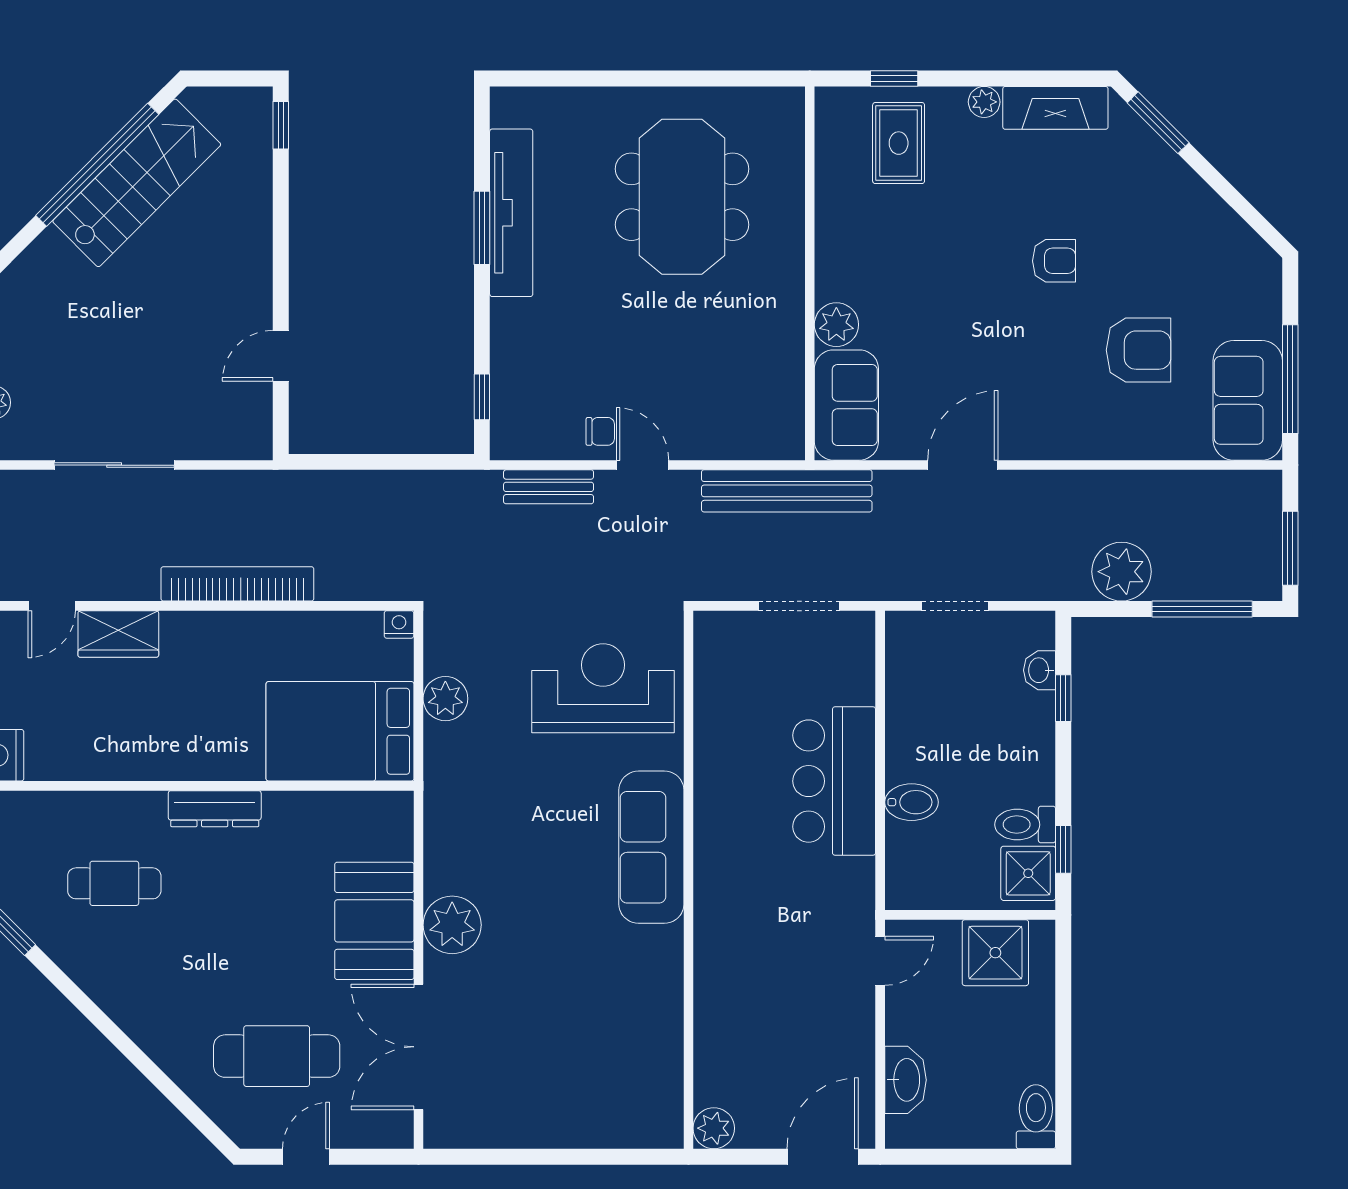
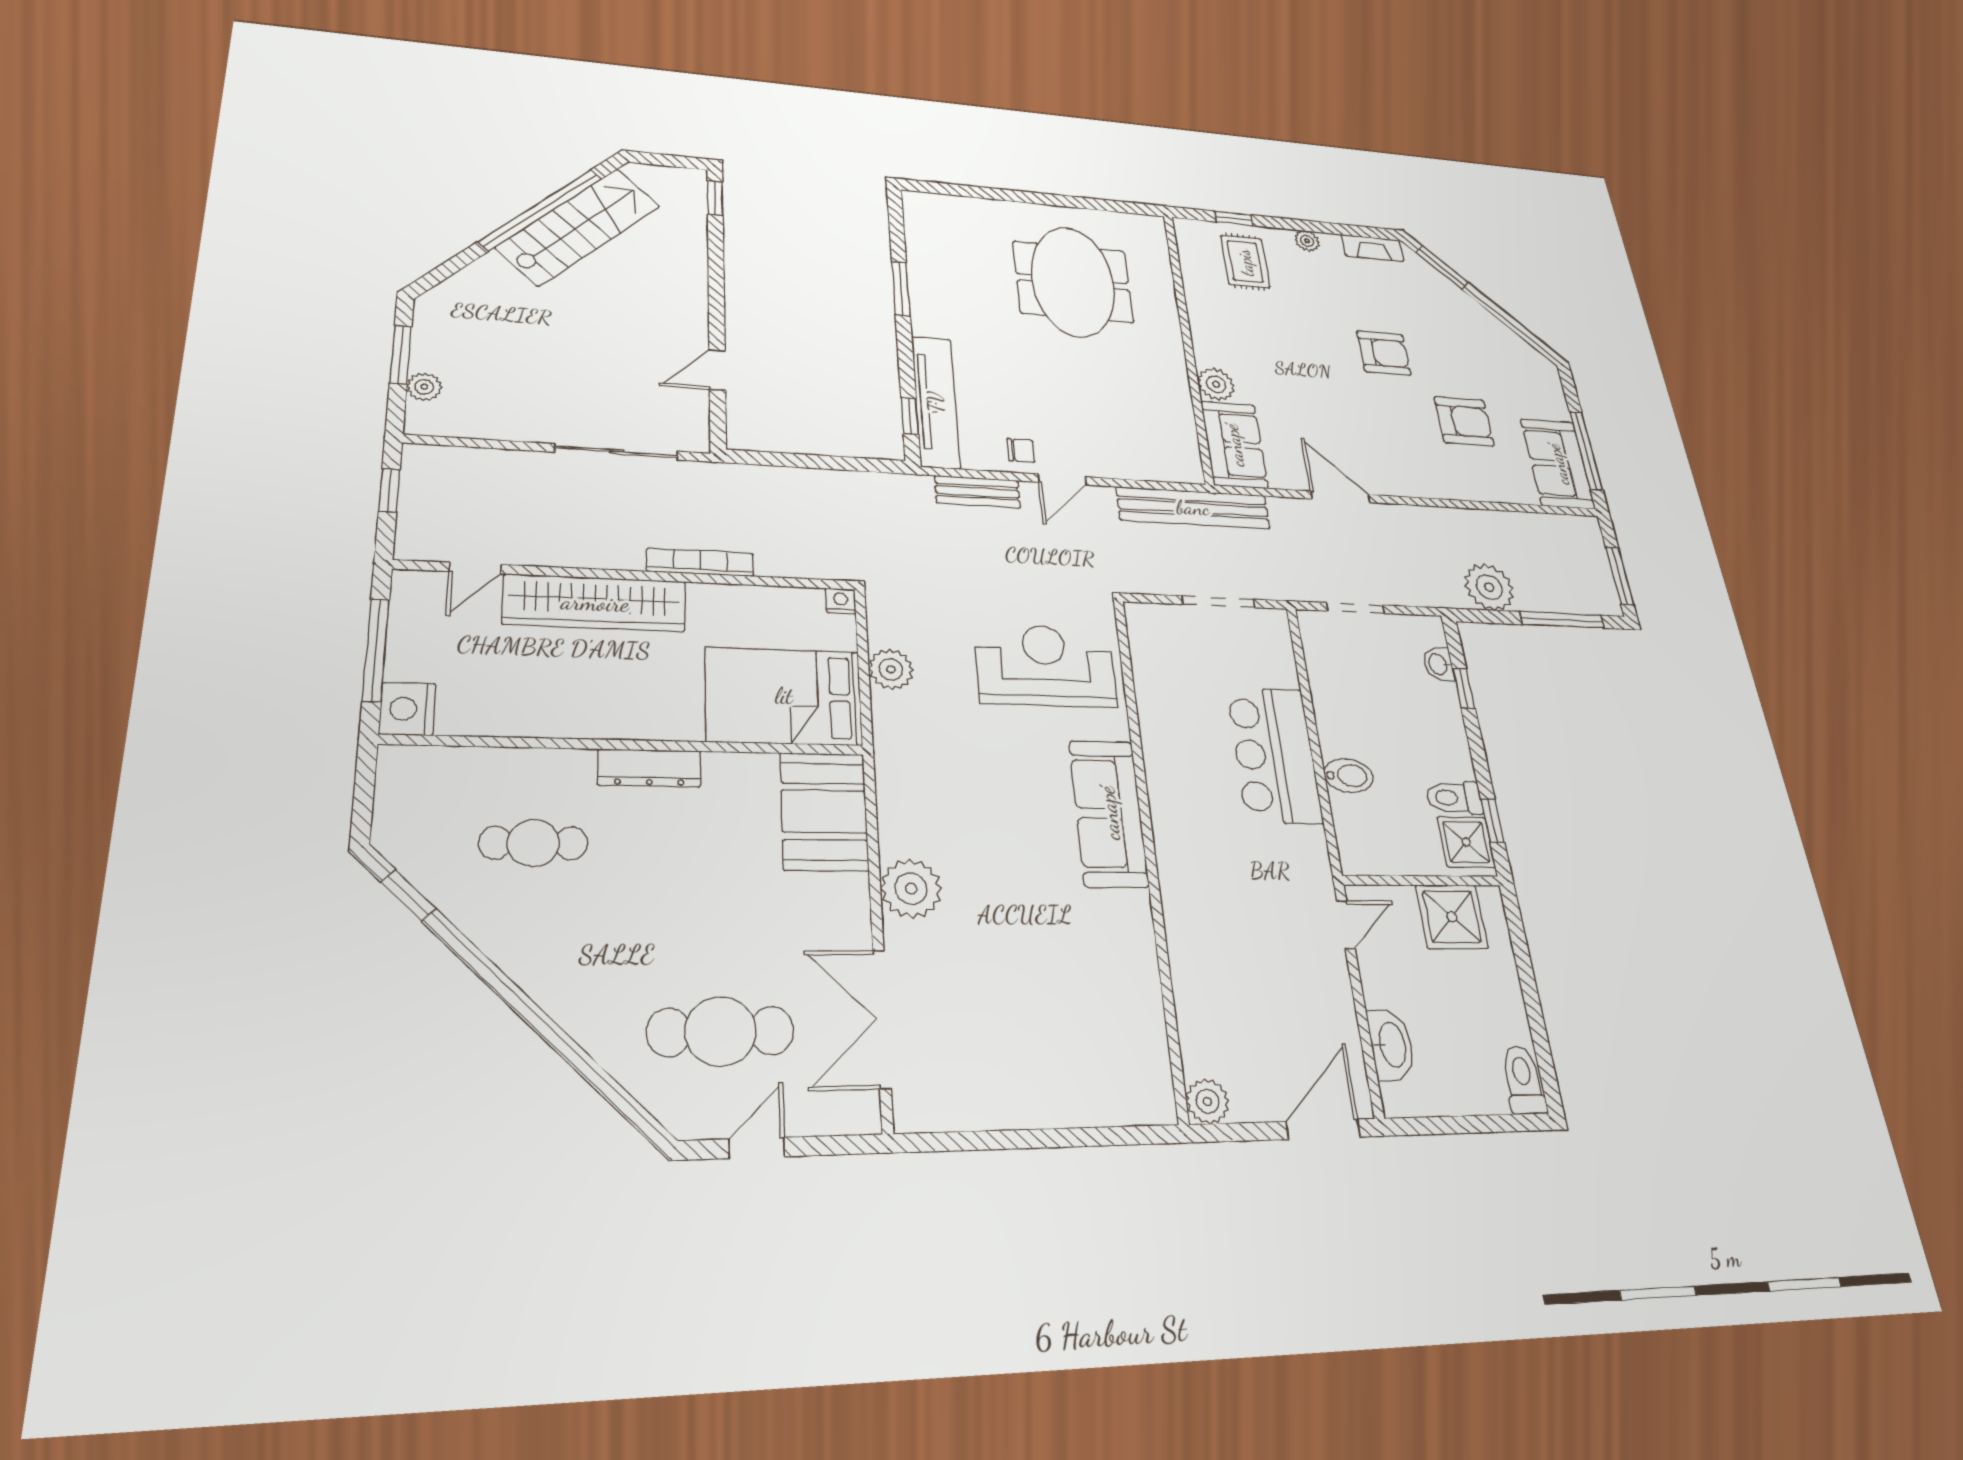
fireplace: (1055, 108) -> (1373, 248), width x0.73, depth x0.76
tv unit: (511, 213) -> (936, 402), moved
armchair: (1054, 261) -> (1384, 353), width x1.38, depth x1.38
sliding door: (114, 465) -> (617, 452), moved
door: (643, 465) -> (1062, 479), swing flipped
door: (963, 465) -> (1340, 497), hinge flipped
bookcase: (237, 584) -> (700, 562), width x0.68, depth x0.76
wardrobe: (118, 634) -> (595, 603), width x2.10, depth x1.17
booth: (374, 921) -> (824, 811), moved

